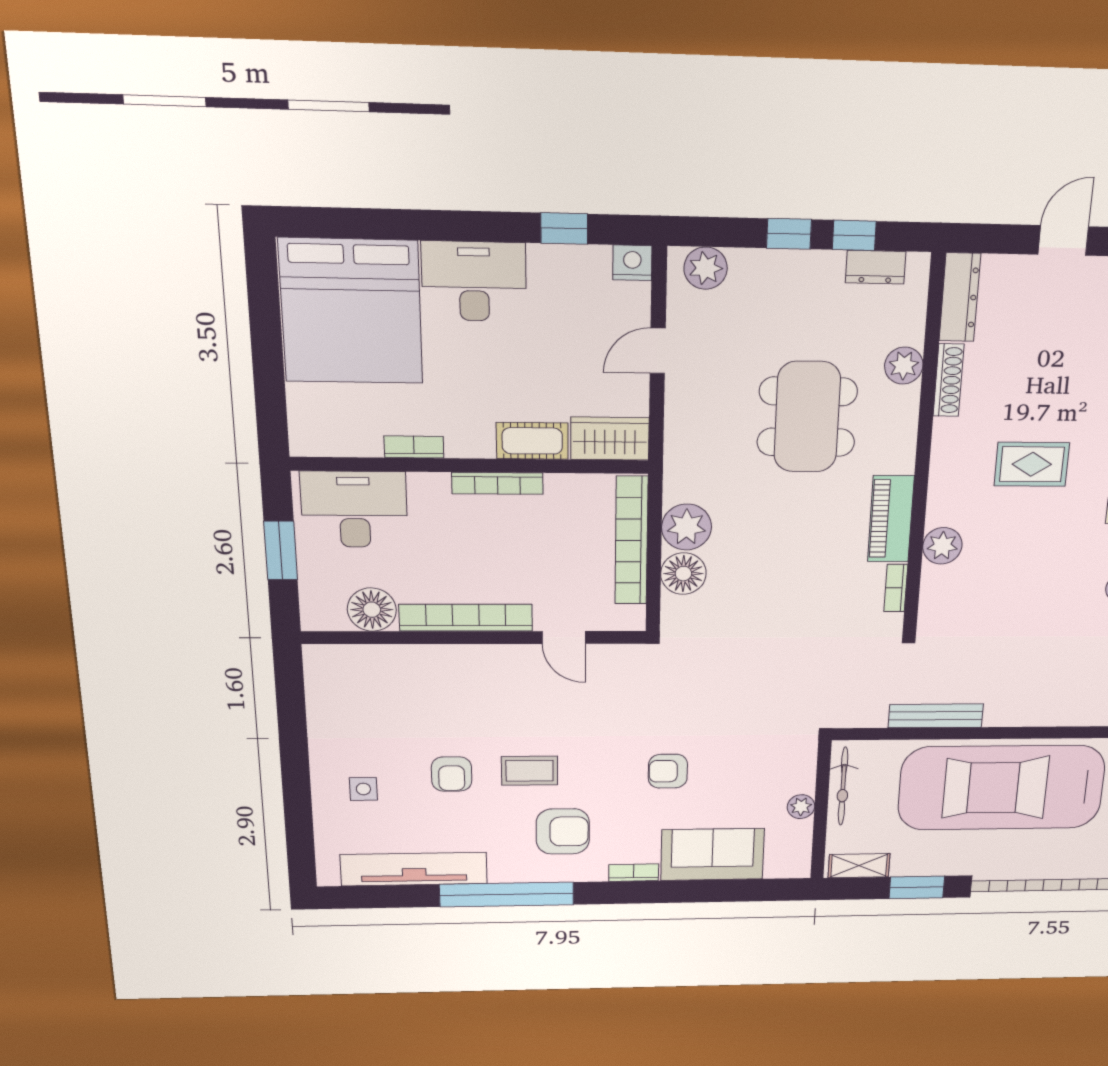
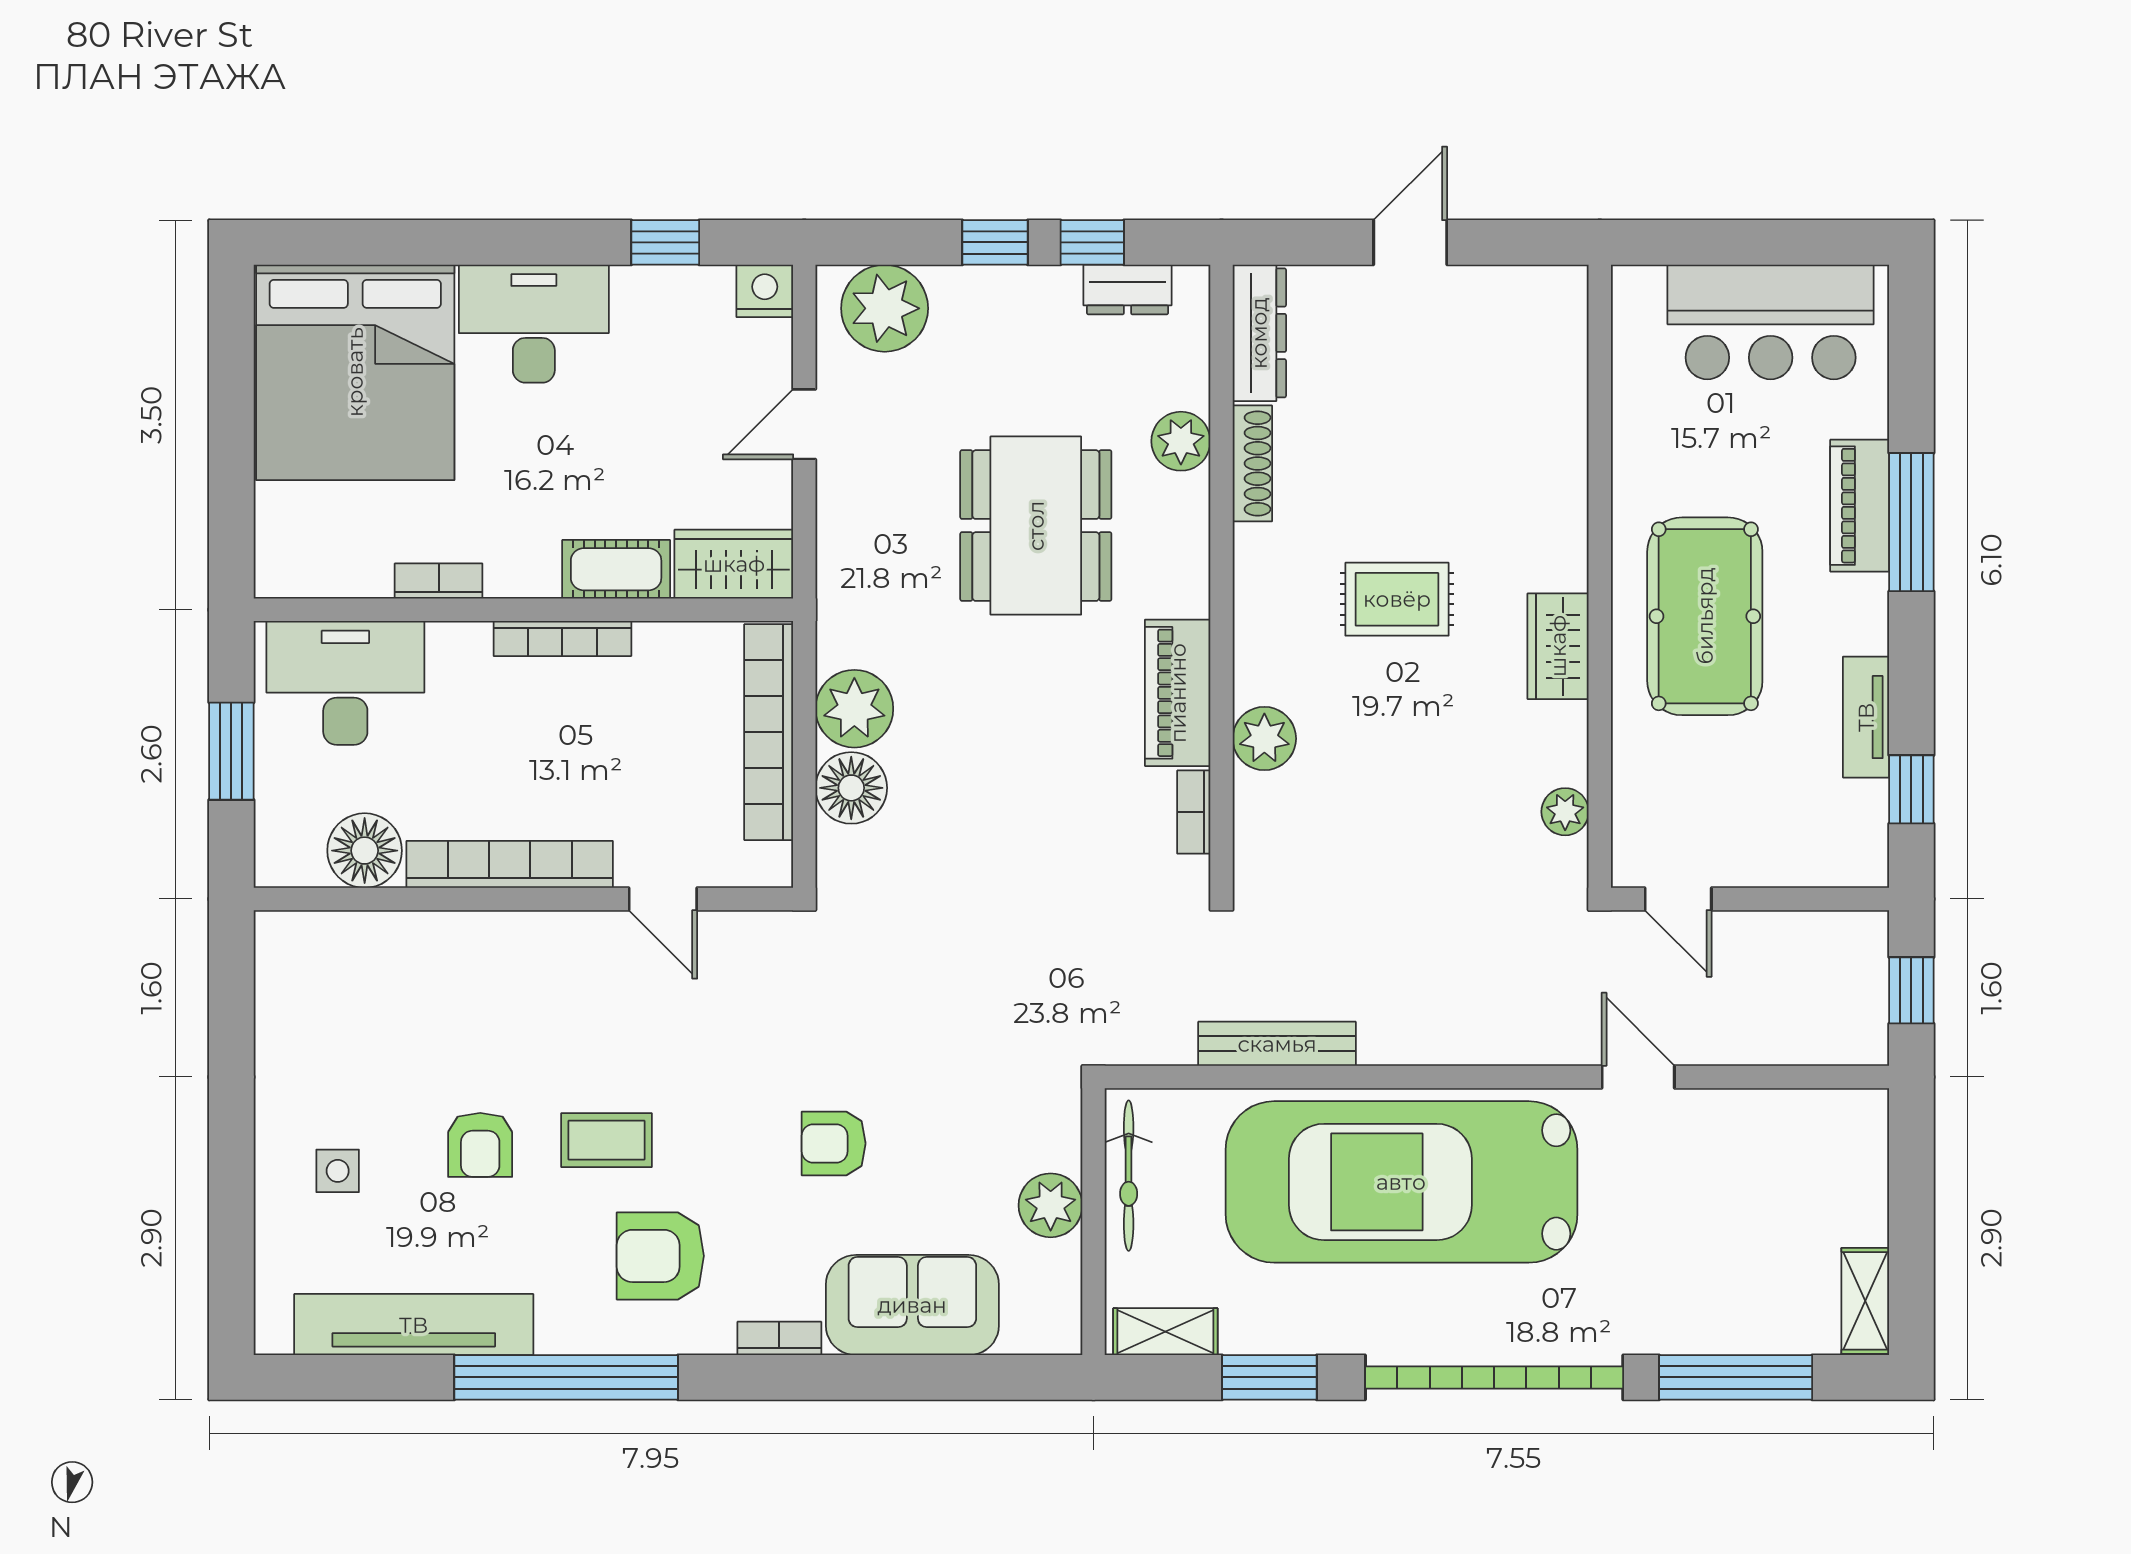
plant: (706, 268) -> (885, 308), width x1.36, depth x1.36
plant: (801, 807) -> (1051, 1205), width x1.38, depth x1.38
armchair: (563, 831) -> (660, 1256), turned 180

